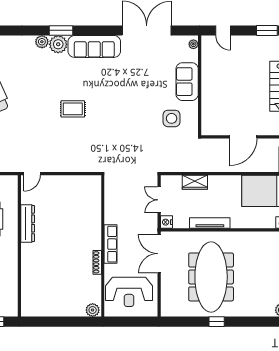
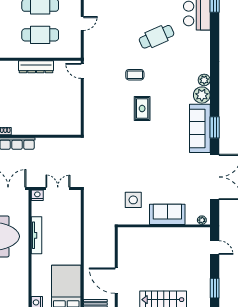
window: (61, 30) -> (215, 127), moved
door: (223, 30) -> (215, 247), swing flipped
coffee table: (36, 117) -> (135, 75), added
door: (243, 137) -> (116, 281), moved
wardrobe: (195, 182) -> (74, 222), removed

